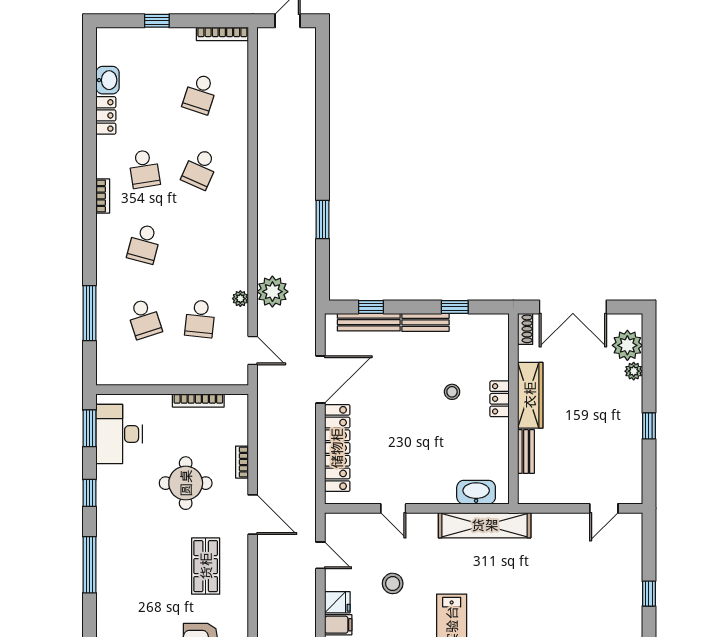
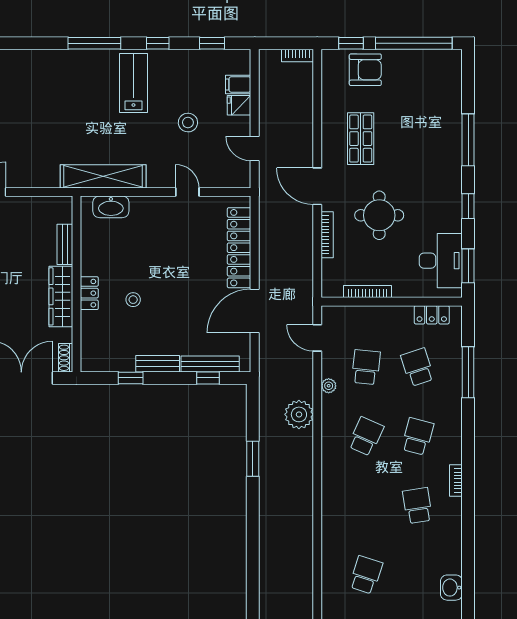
locker: (106, 115) -> (432, 315), moved, turned -90
school desk: (200, 169) -> (366, 436), moved
plant: (272, 292) -> (299, 414), moved
bookcase: (242, 462) -> (327, 235), width x1.56

